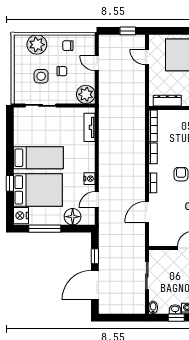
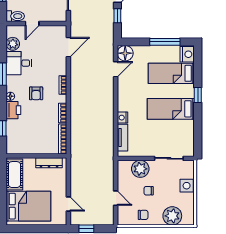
side table: (41, 76) -> (187, 186), moved
plant: (86, 94) -> (140, 169), moved
nightstand: (90, 179) -> (123, 118), moved
window: (10, 183) -> (198, 95), moved
bed: (38, 190) -> (171, 73), width x0.67
door: (147, 212) -> (68, 47), moved
floor lamp: (73, 217) -> (125, 53), moved

